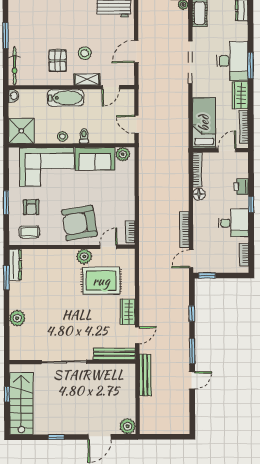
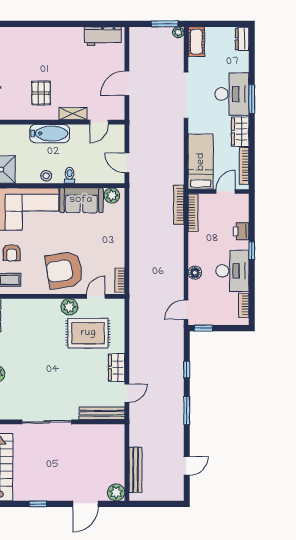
stool: (85, 53) -> (71, 85), removed
floor lamp: (199, 194) -> (195, 273), moved
desk: (233, 223) -> (232, 271), width x1.37
bookcase: (184, 230) -> (179, 205), moved
bench: (145, 375) -> (135, 470), moved
door: (192, 380) -> (187, 466), moved

